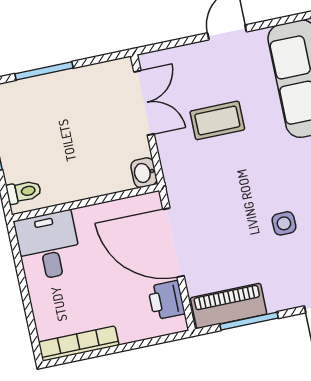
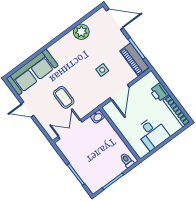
side table: (284, 223) -> (102, 70), moved
door: (173, 243) -> (120, 92), width x0.73
desk: (48, 246) -> (152, 133), moved, turned -90
printer: (166, 300) -> (159, 92), moved, turned 90

